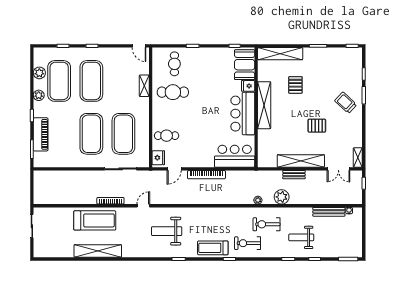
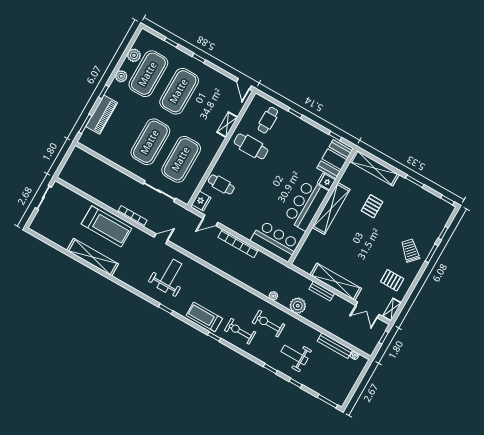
pallet: (317, 126) -> (392, 280), moved
weight bench: (167, 231) -> (169, 276), turned 90

